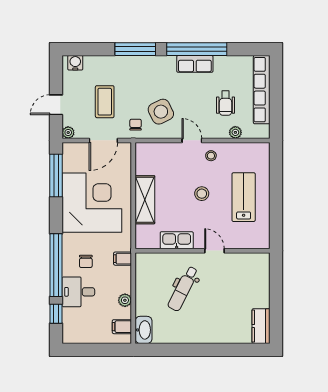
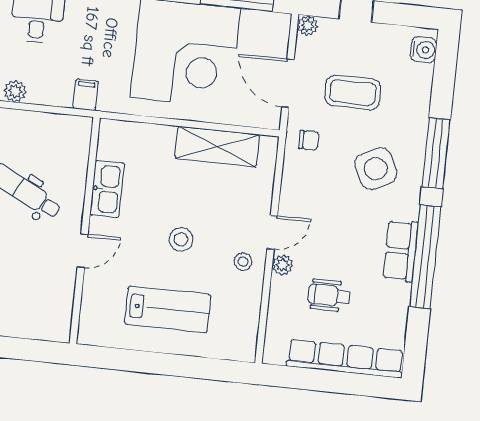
side table: (161, 112) -> (376, 169), moved
plant: (235, 132) -> (282, 265), moved
shelving: (145, 200) -> (217, 147), moved
chair: (86, 261) -> (87, 32), removed

